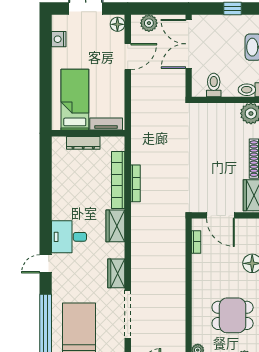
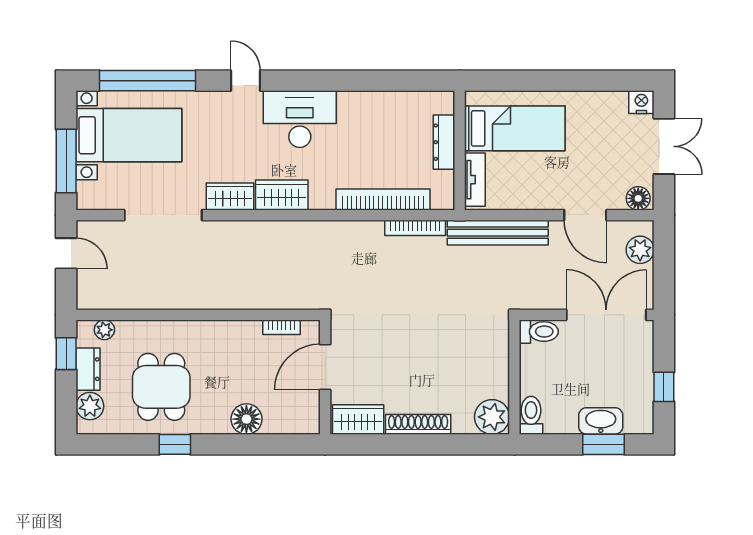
nightstand: (59, 39) -> (641, 102), moved
toilet: (214, 85) -> (539, 332), moved
bench: (138, 110) -> (498, 233), added
bookcase: (136, 183) -> (415, 228), moved
wardrobe: (115, 226) -> (282, 195), moved
desk: (69, 237) -> (300, 119), width x1.37

